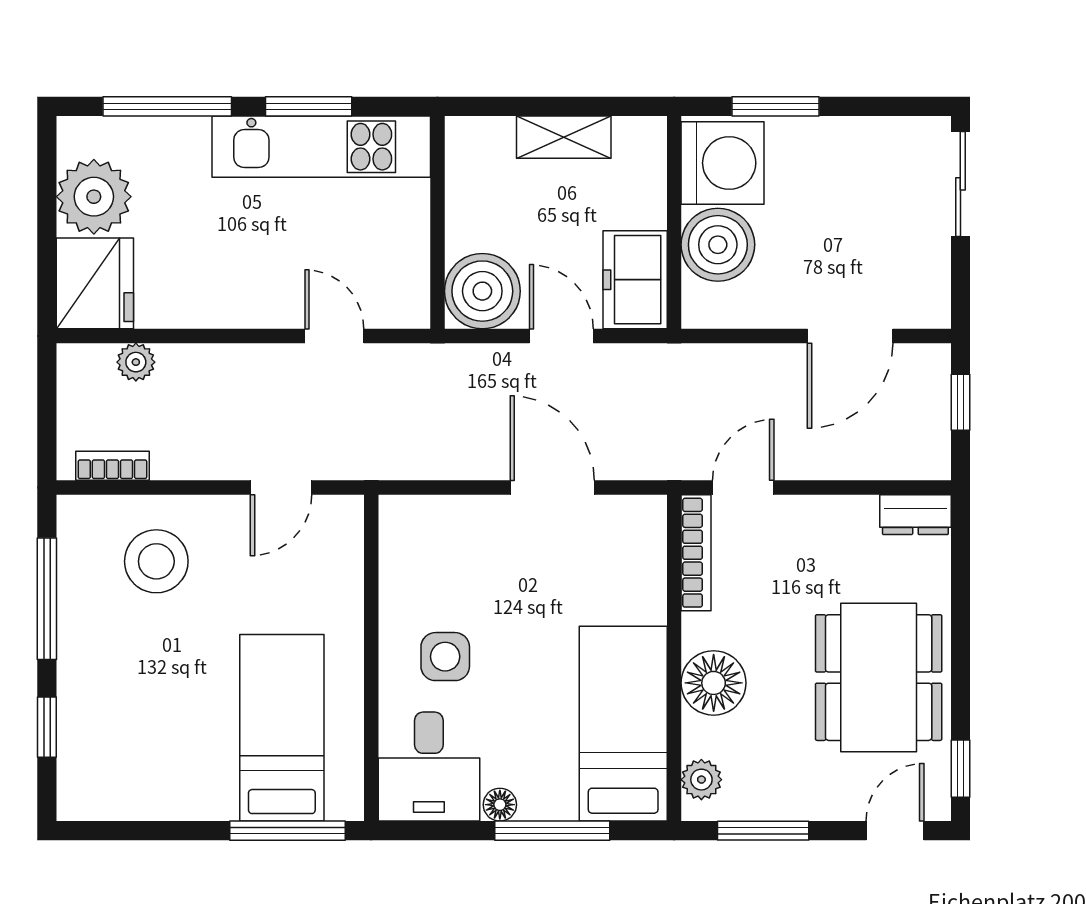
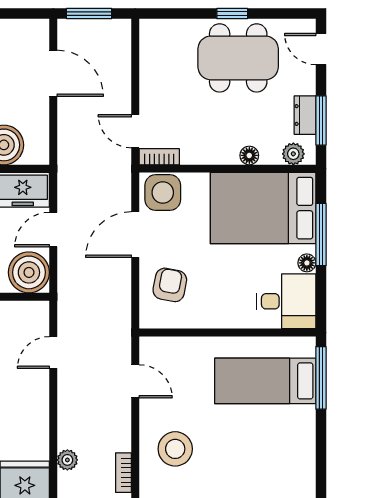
window: (960, 402) -> (89, 14), width x1.50
dresser: (915, 515) -> (305, 115), moved, turned 180
armchair: (459, 551) -> (170, 285), added
bookcase: (696, 553) -> (159, 157), width x0.64
side table: (445, 657) -> (163, 193), moved, width x1.37, depth x1.37
floor lamp: (714, 683) -> (249, 155), width x0.53, depth x0.53
bed: (623, 724) -> (263, 208), width x1.50
window: (960, 769) -> (232, 14), moved

